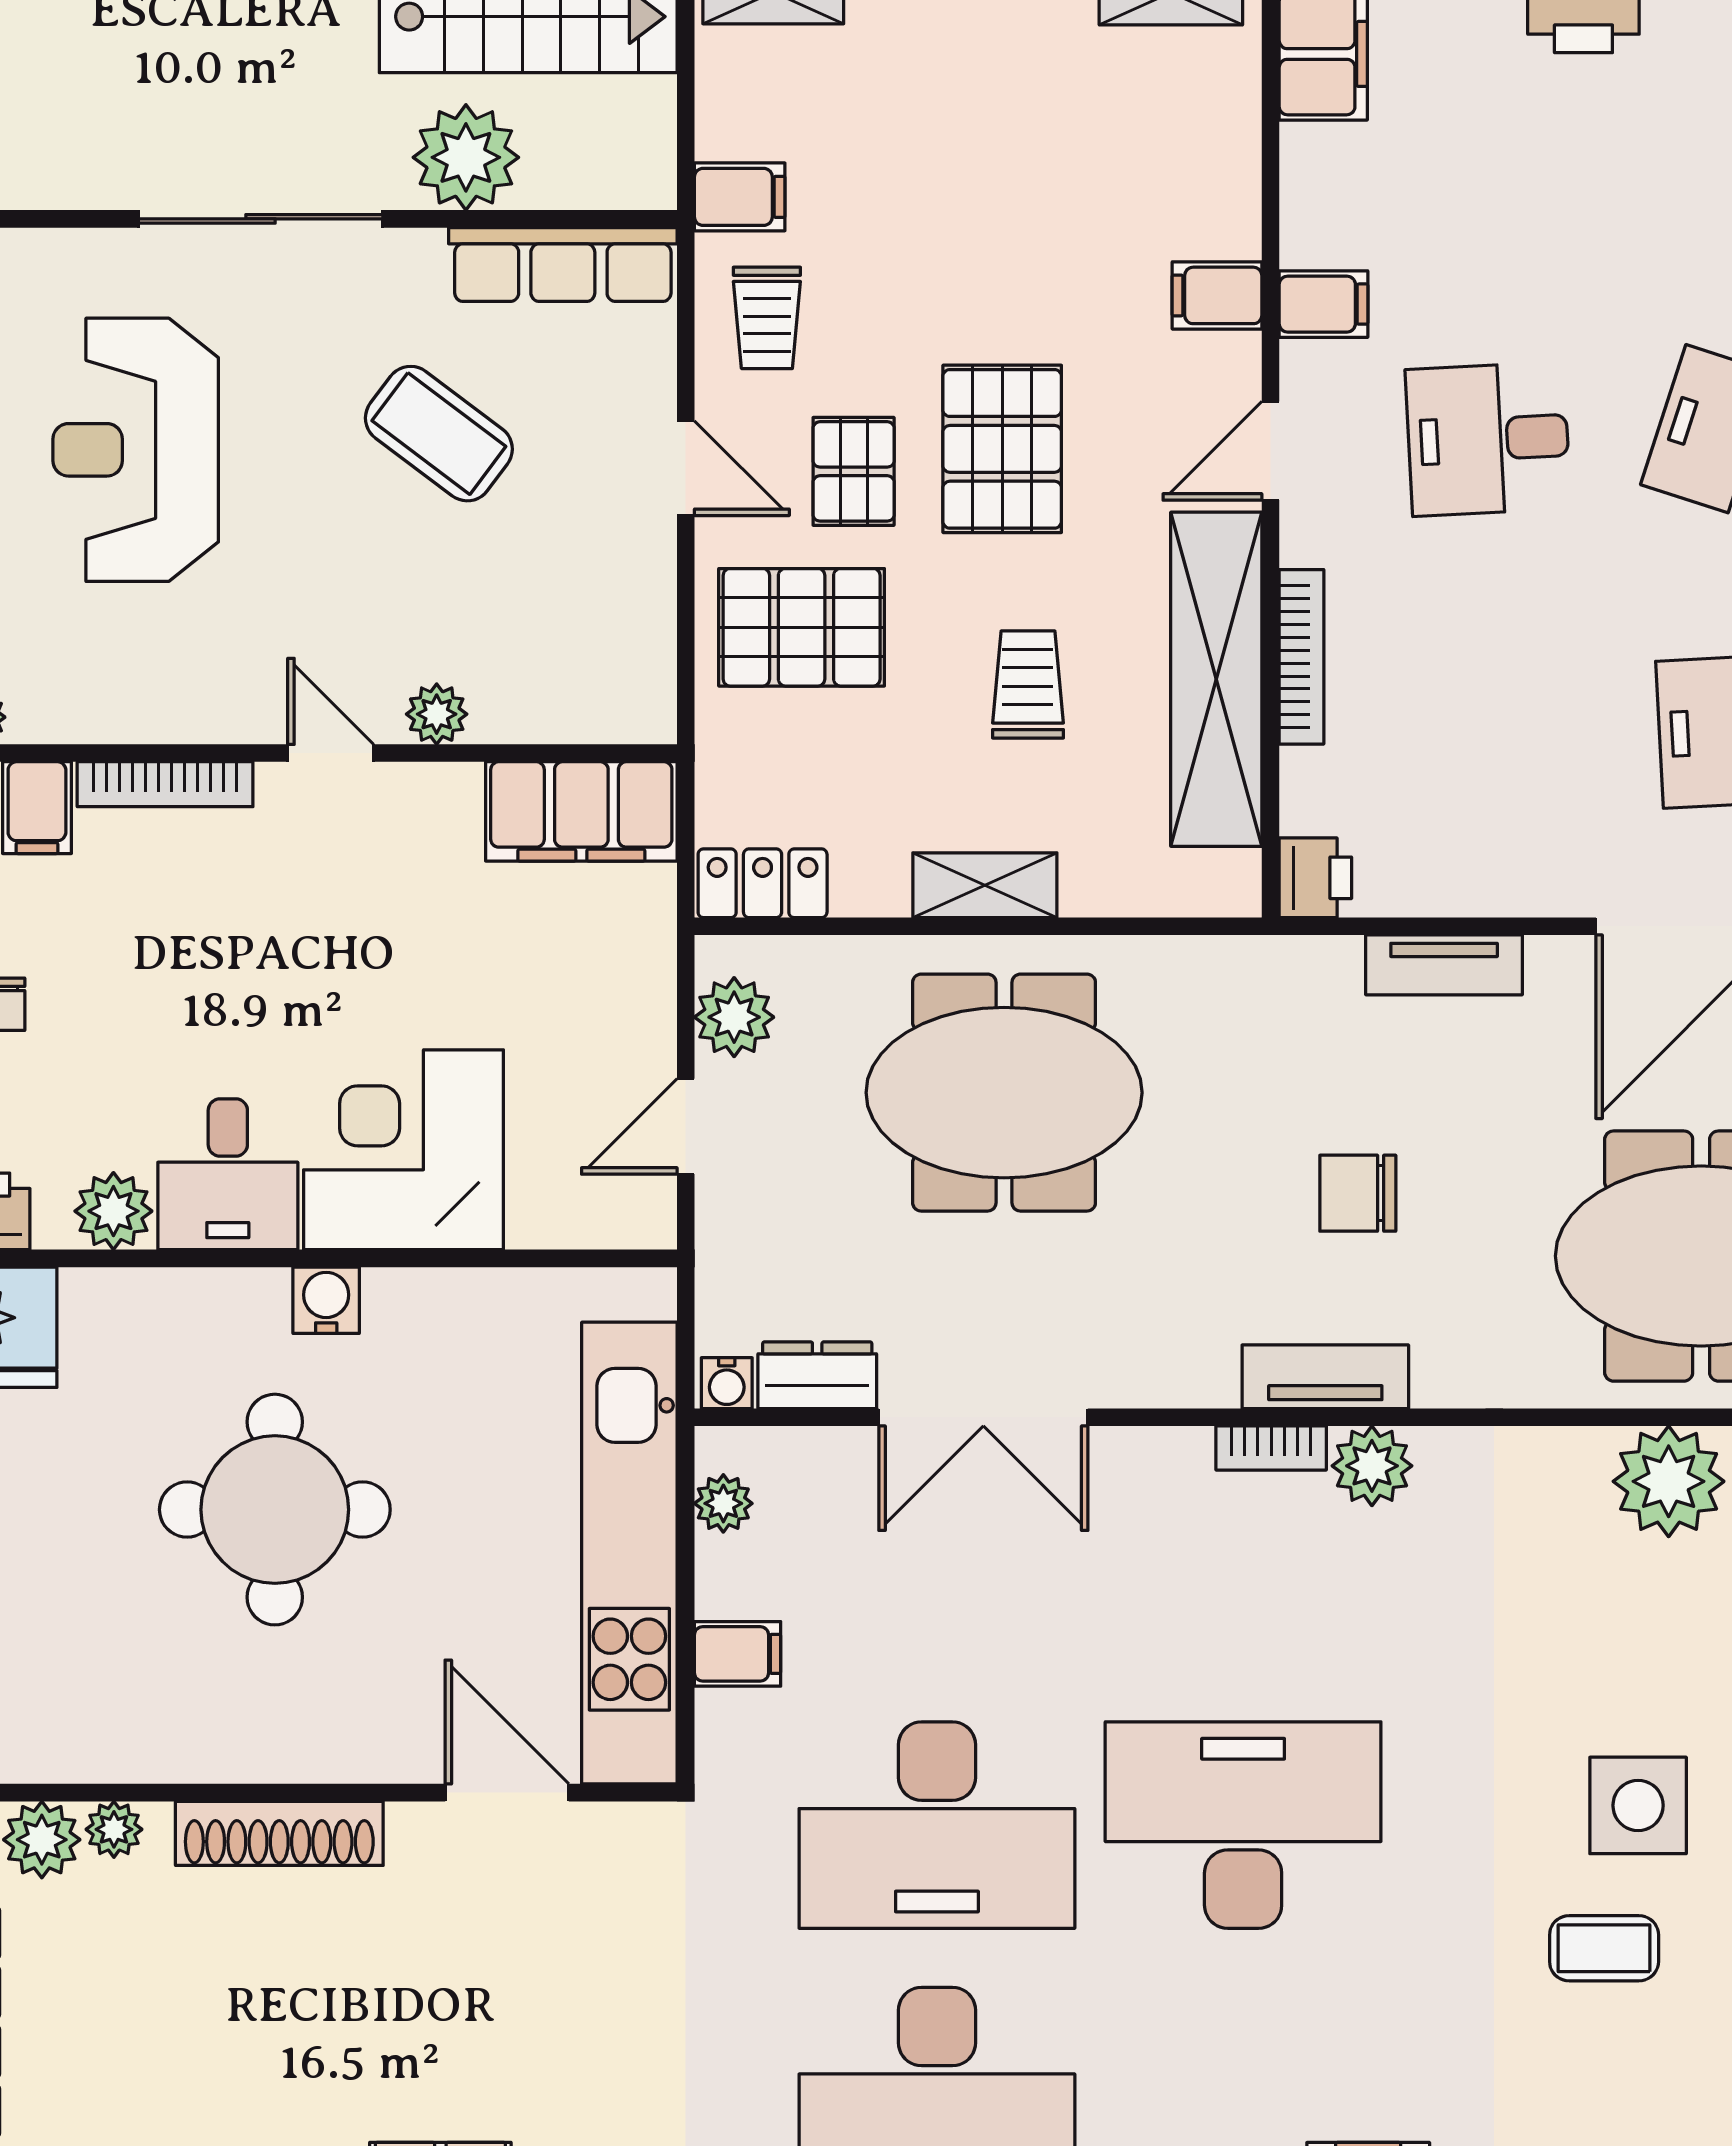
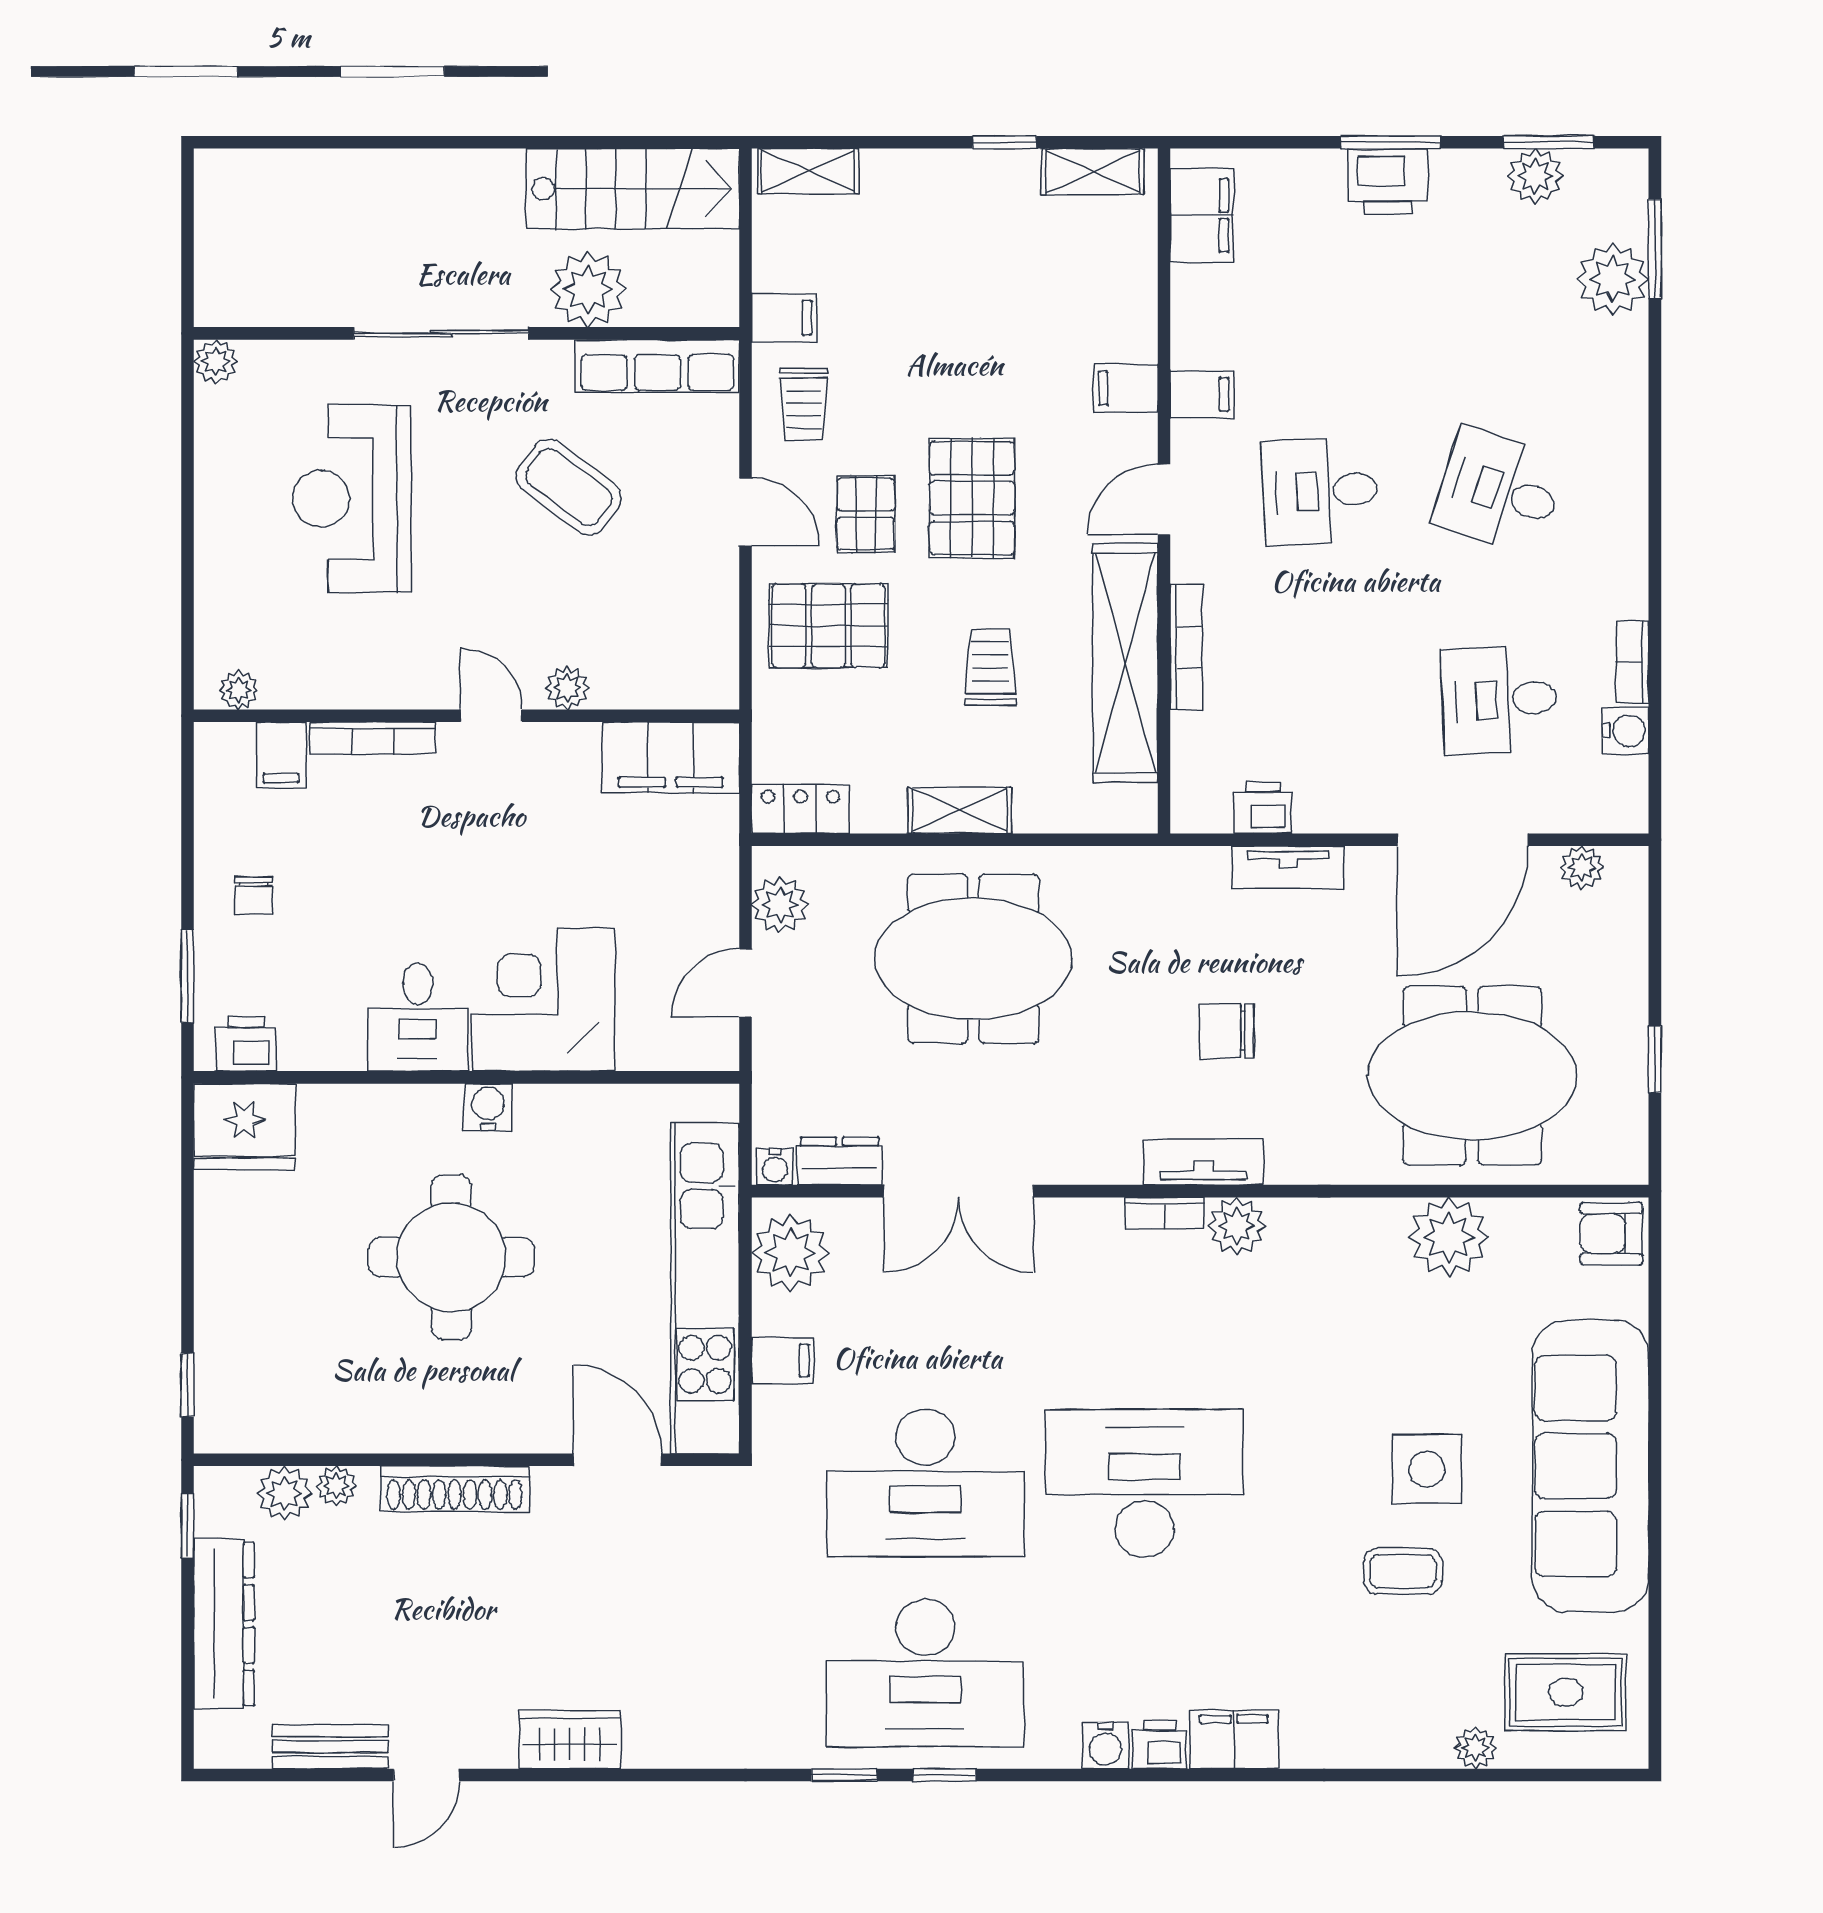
printer: (1315, 878) -> (1263, 808), moved, turned -90
plant: (113, 1211) -> (336, 1044), removed
plant: (723, 1503) -> (790, 1253), width x1.88, depth x1.88

